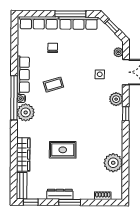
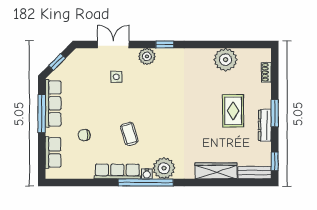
row of seats: (39, 23) -> (53, 152), width x0.68
plant: (118, 52) -> (89, 54), removed
rug: (63, 150) -> (233, 111), moved

